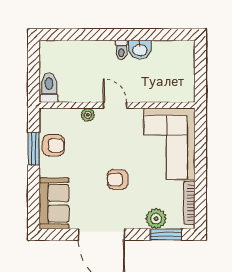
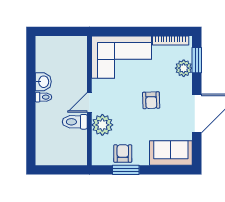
toilet: (49, 88) -> (75, 122), moved
plant: (88, 115) -> (102, 125), width x1.88, depth x1.88

